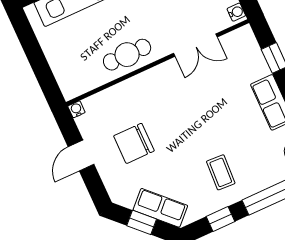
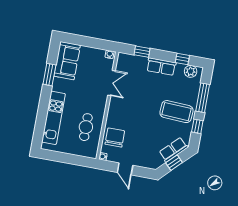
cafe table: (127, 55) -> (86, 127), moved
chair: (134, 143) -> (115, 138), moved, turned 180
coffee table: (221, 172) -> (177, 112), width x1.86, depth x1.72

